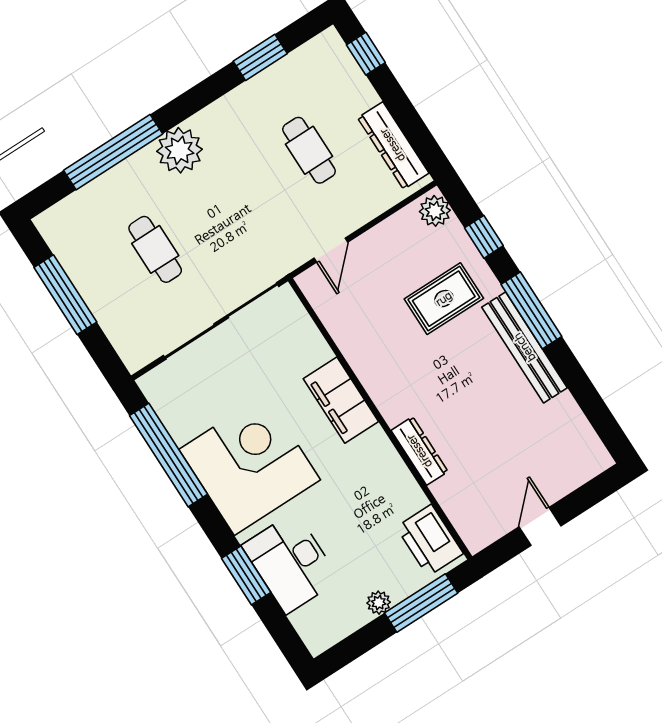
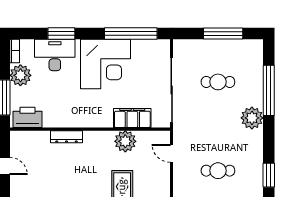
plant: (362, 344) -> (125, 141), added
filing cabinet: (341, 400) -> (132, 118), moved
plant: (379, 603) -> (20, 75), width x1.88, depth x1.88
bookcase: (329, 637) -> (15, 51), added

